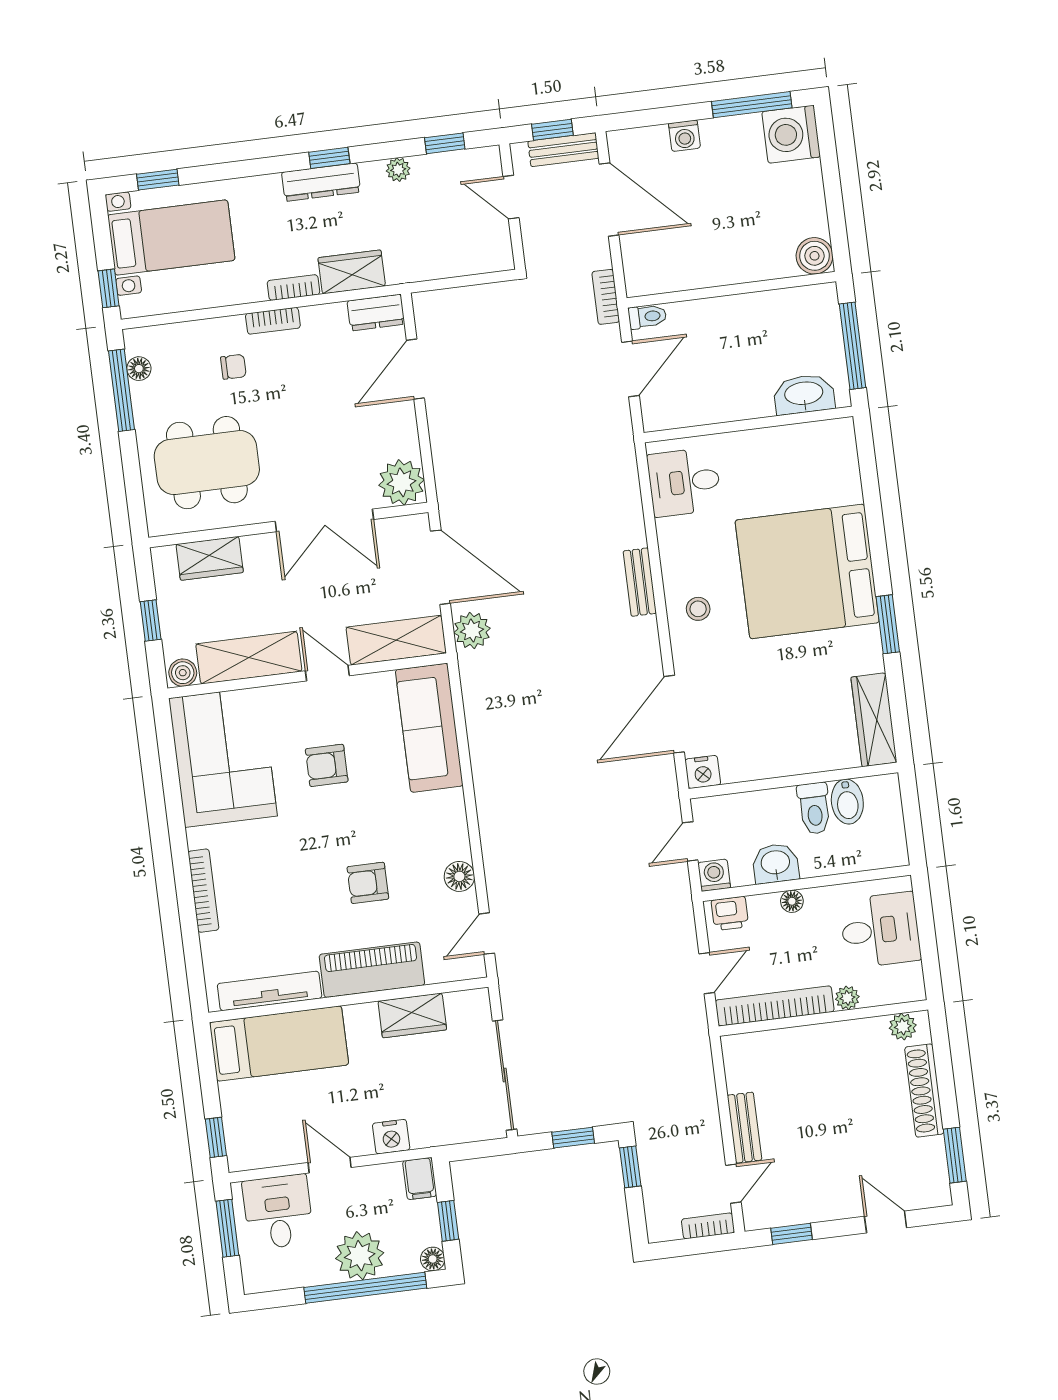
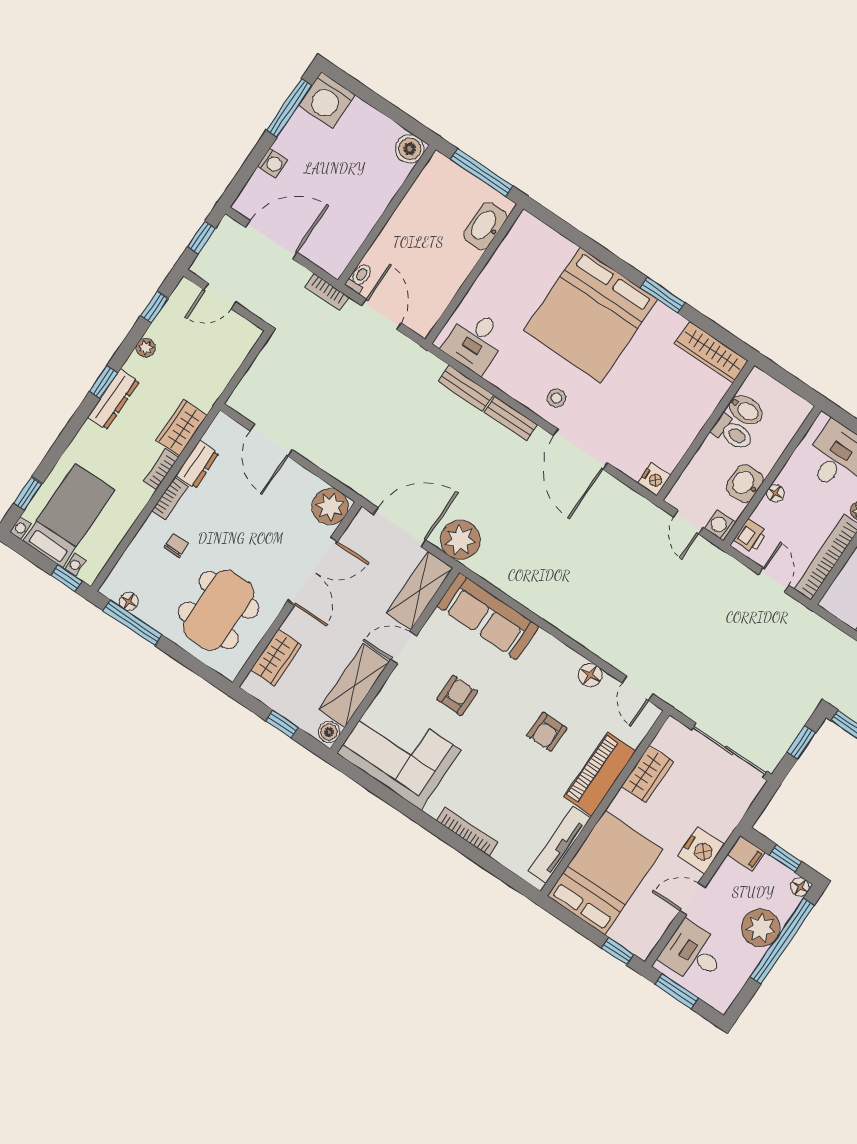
bench: (563, 150) -> (466, 388), moved, turned 90
dresser: (376, 313) -> (197, 464), moved
plant: (472, 631) -> (460, 540), width x1.36, depth x1.36
door: (674, 714) -> (580, 449), moved
armchair: (327, 765) -> (457, 695), turned 180
bed: (279, 1044) -> (605, 873), width x1.50
nightstand: (391, 1137) -> (701, 850), width x1.36, depth x1.33

